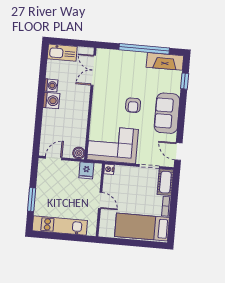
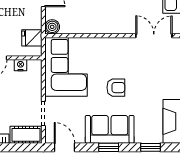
armchair: (133, 105) -> (116, 88), turned 180
window: (182, 115) -> (109, 147), added
door: (178, 152) -> (64, 147), hinge flipped
nightstand: (109, 169) -> (21, 65), moved

